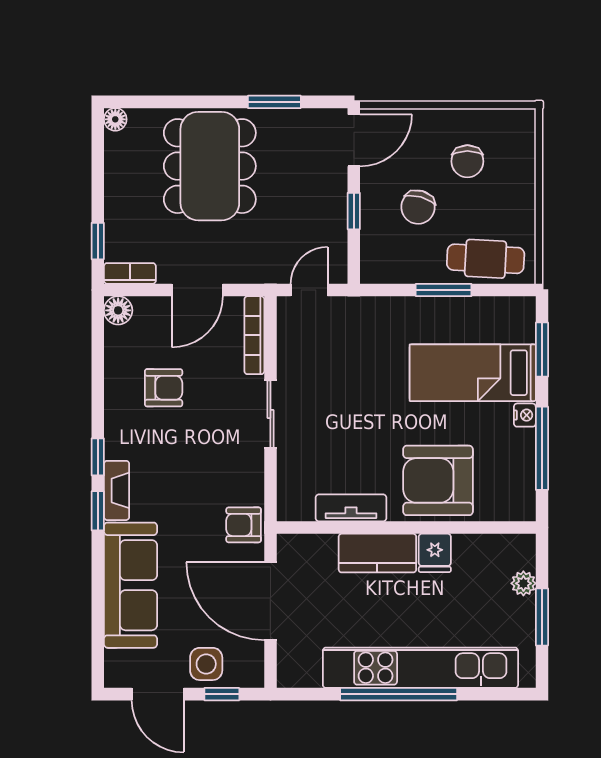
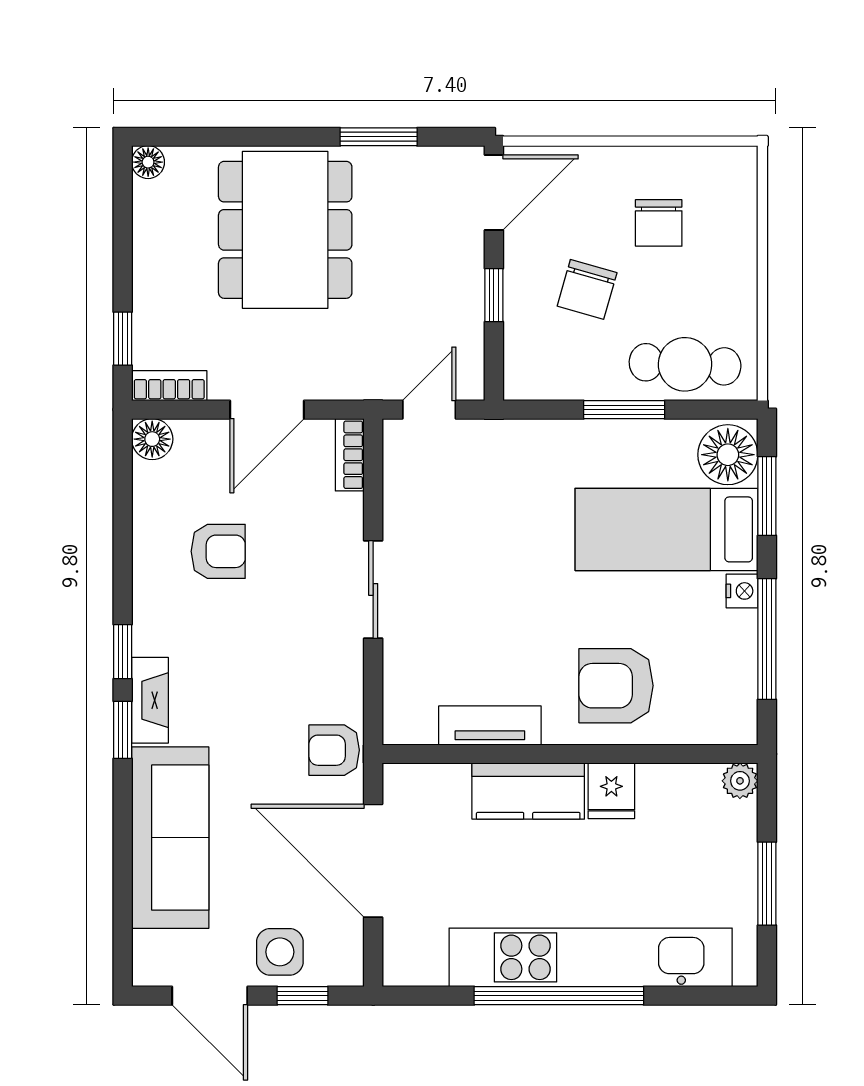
floor lamp: (515, 321) -> (728, 455), added
bookcase: (254, 335) -> (350, 455), width x0.64
armchair: (438, 480) -> (616, 686), width x0.73, depth x0.73
plant: (523, 583) -> (740, 781), moved

